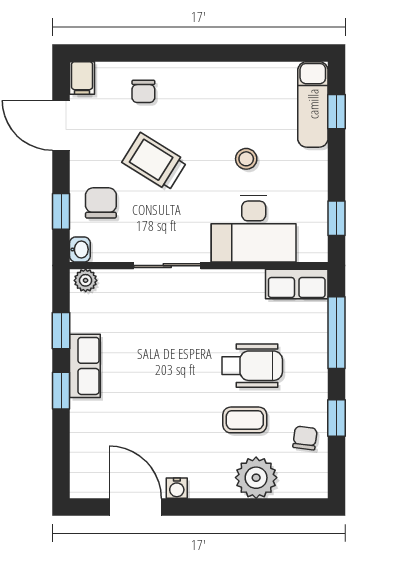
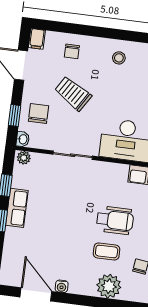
stool: (246, 159) -> (119, 58), moved

